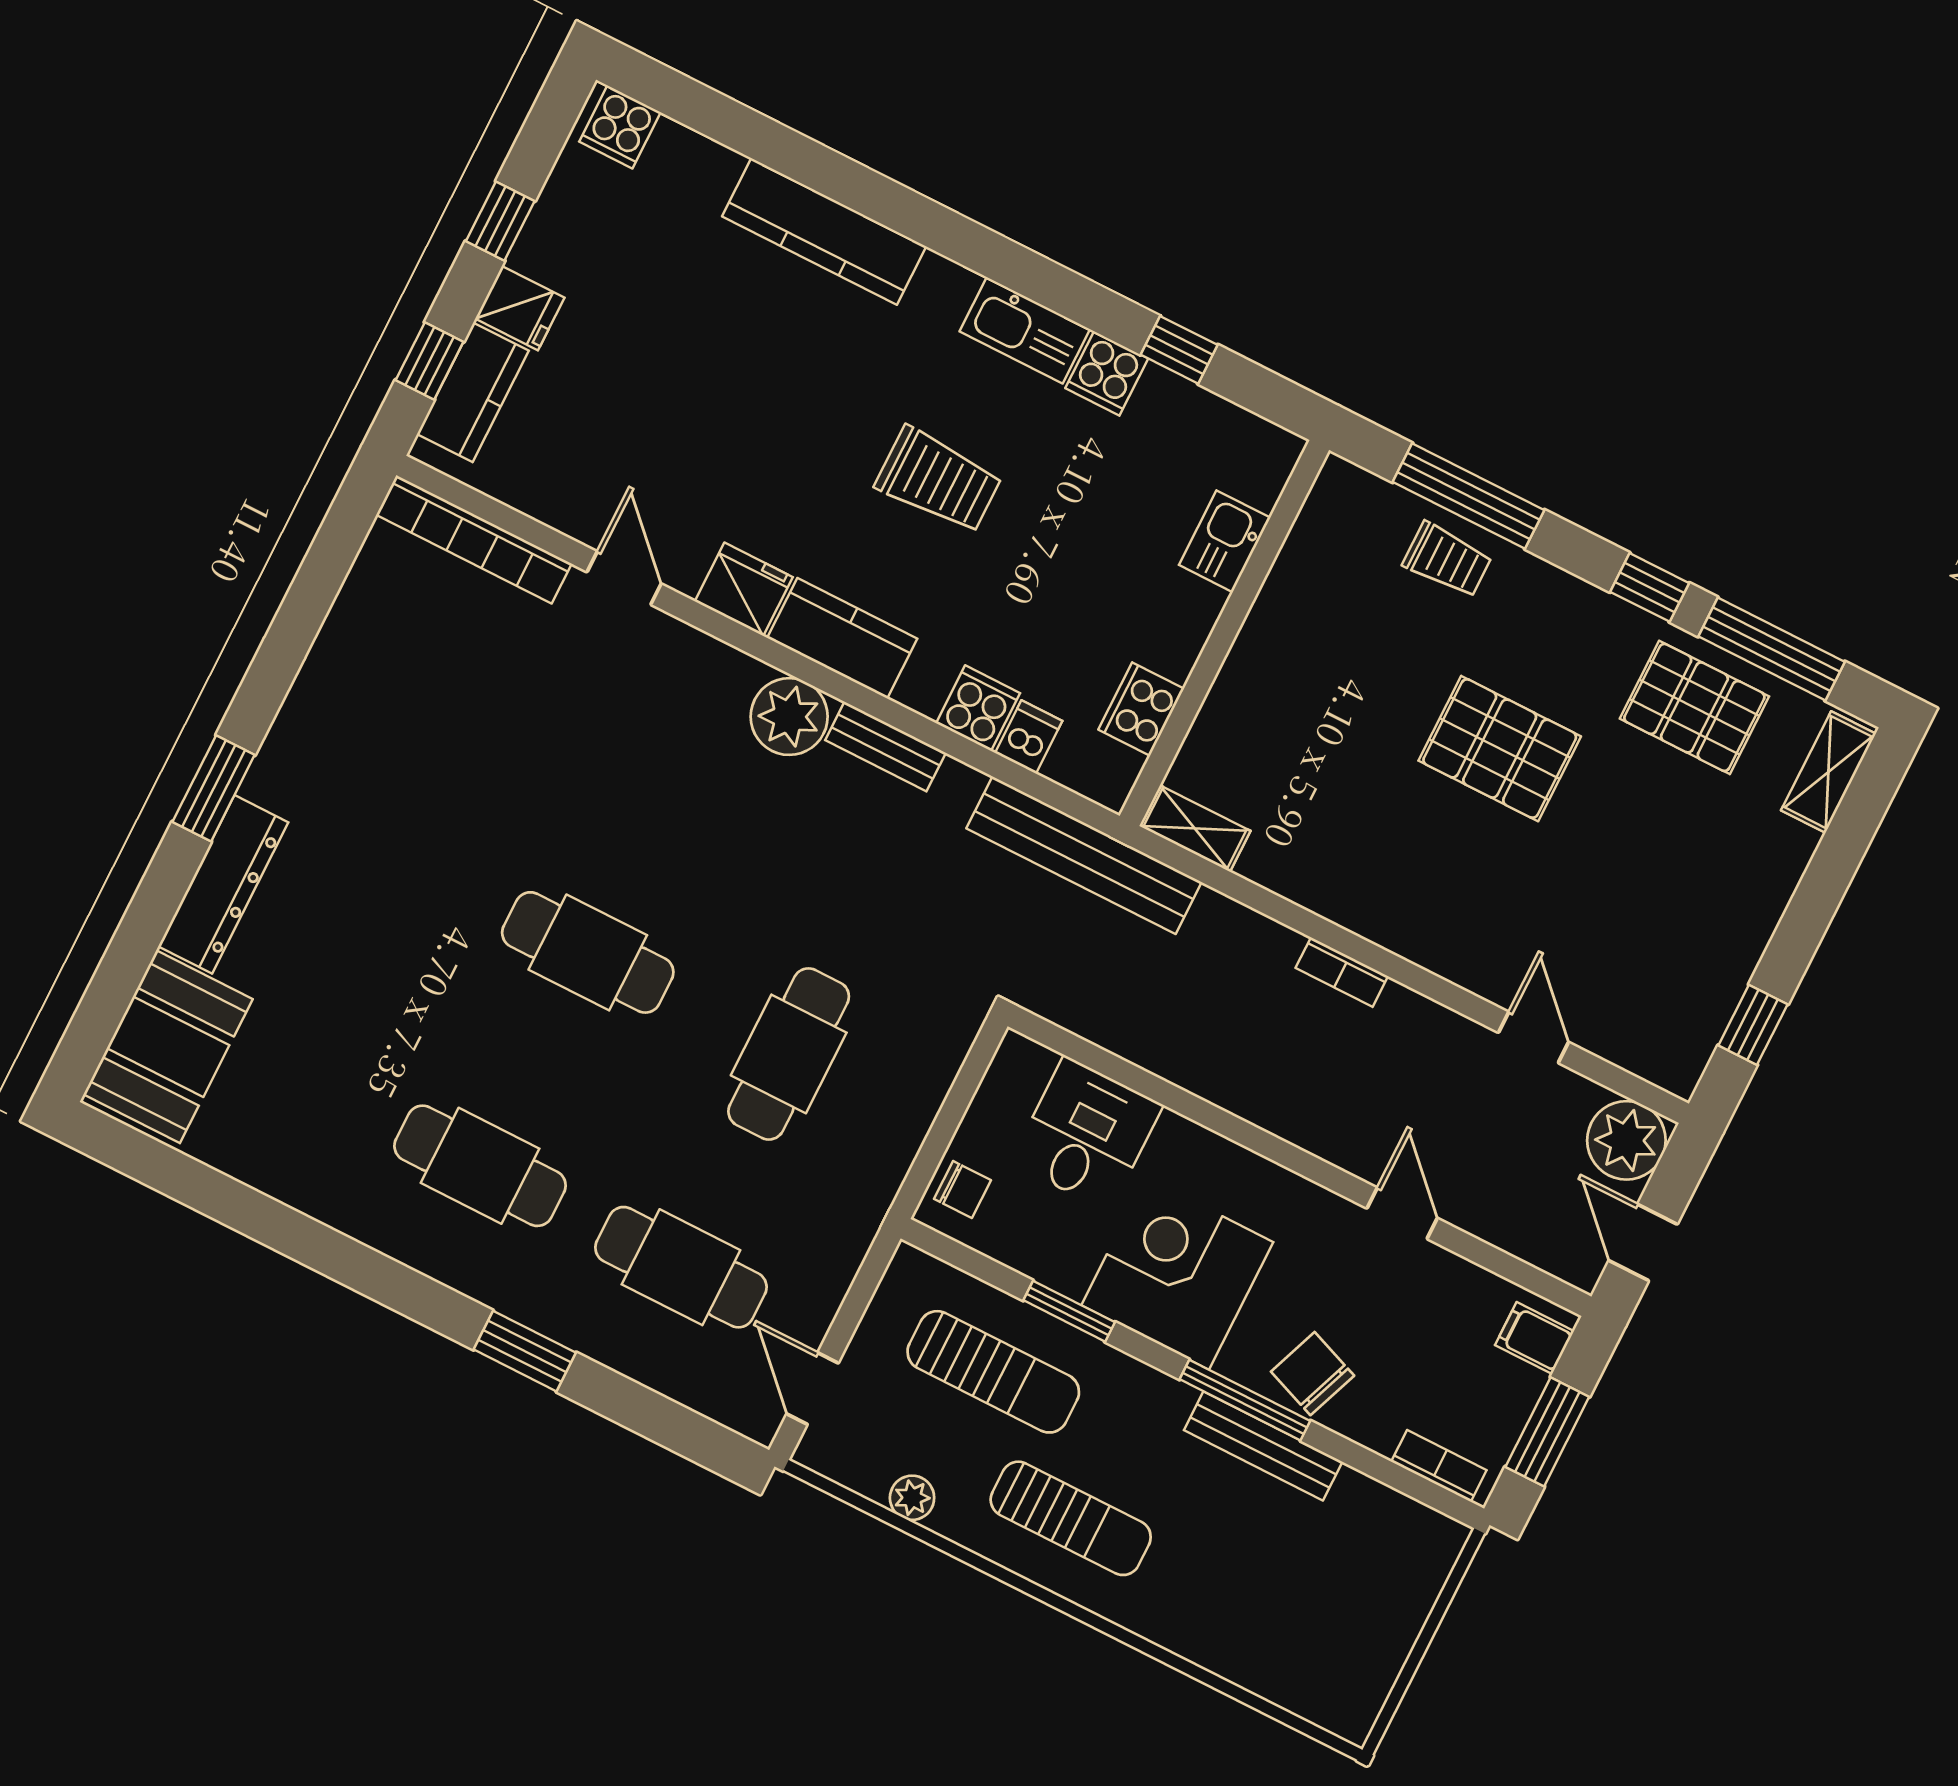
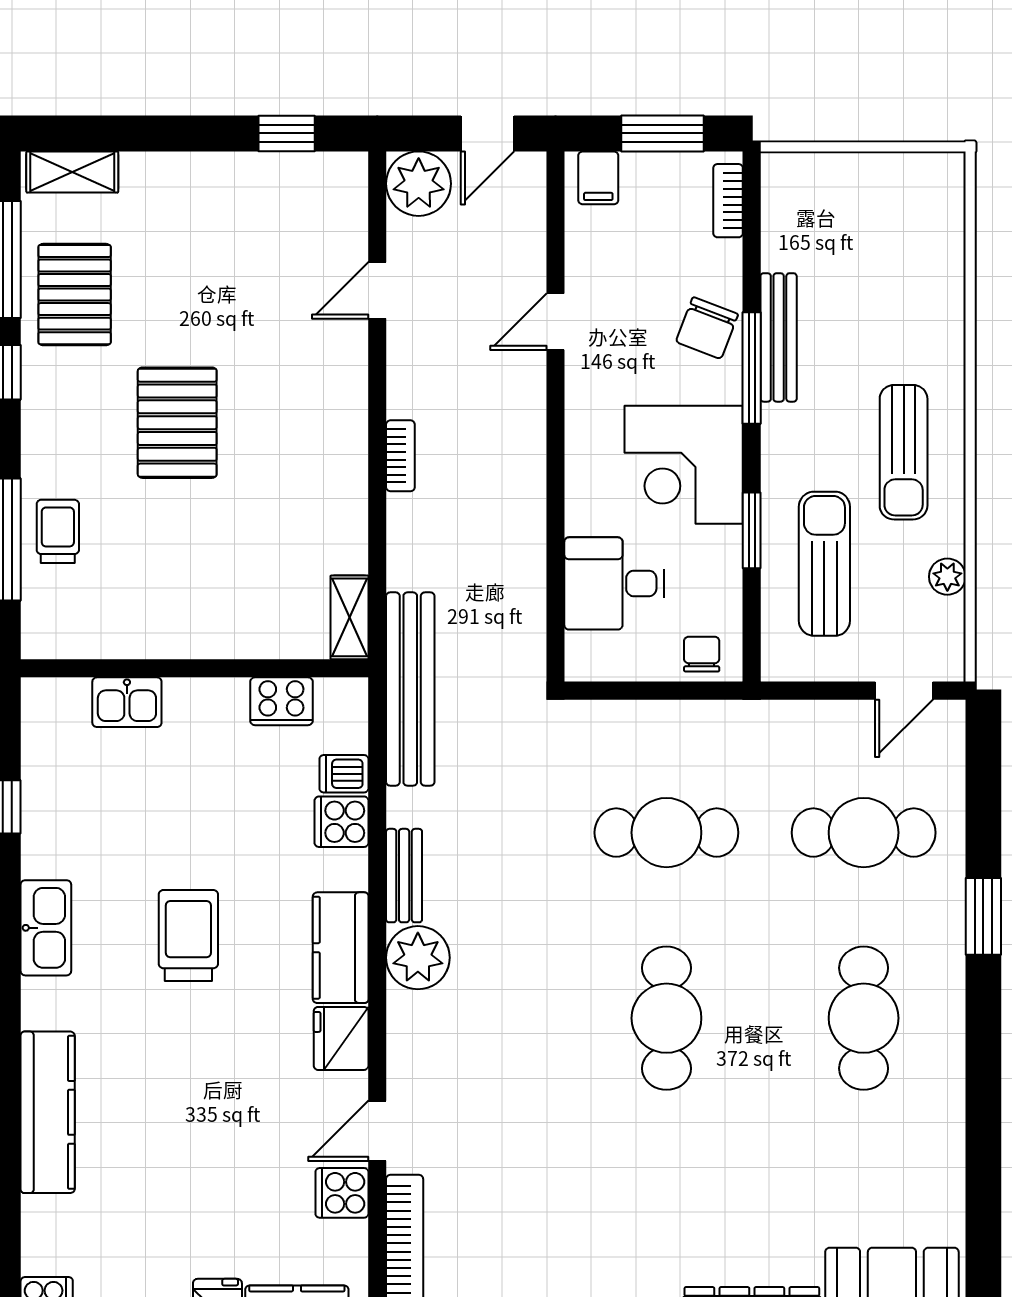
cooker: (1107, 373) -> (342, 1193), moved, turned 180
cafe table: (681, 1267) -> (864, 833), turned 90
sun lounger: (1071, 1518) -> (904, 452), turned 180

